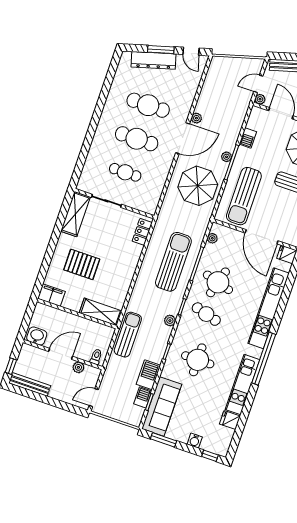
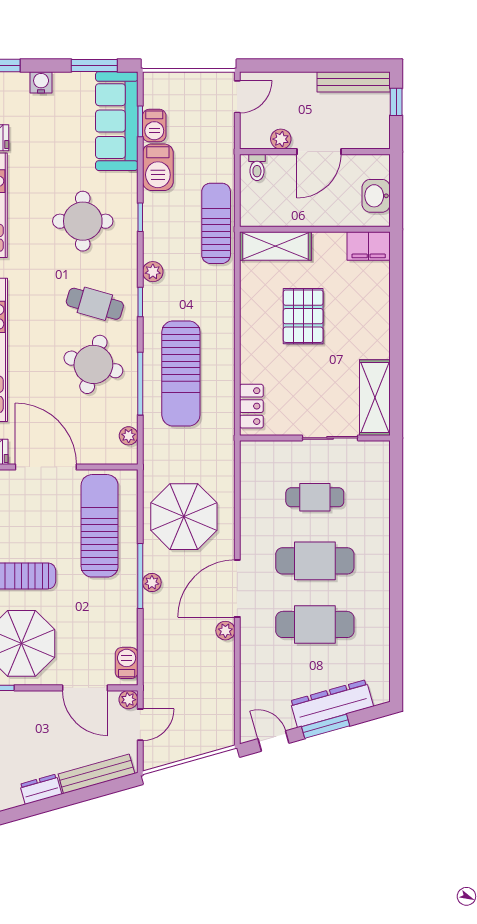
barbecue: (248, 138) -> (127, 663), moved
pallet: (82, 264) -> (303, 316), moved, turned 90
sun lounger: (128, 335) -> (216, 223), turned 180
washbasin: (37, 336) -> (376, 196), moved, turned 90

